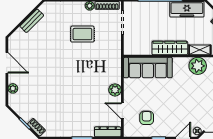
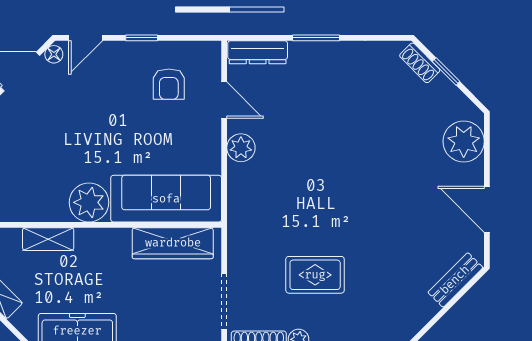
bench: (32, 21) -> (455, 280), moved
wardrobe: (170, 48) -> (173, 243), moved
plant: (198, 66) -> (89, 202), moved
plant: (13, 88) -> (464, 141), width x1.88, depth x1.88

